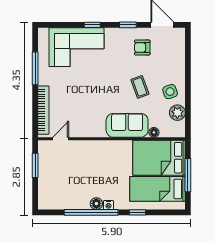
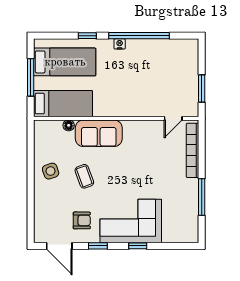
corner sofa: (77, 47) -> (131, 221), moved
plant: (177, 113) -> (42, 147), removed
bed: (159, 158) -> (63, 104), width x0.67
floor lamp: (96, 204) -> (133, 46), removed

